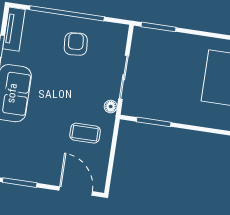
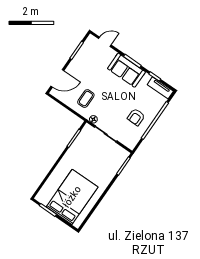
armchair: (76, 44) -> (136, 117), turned 95

